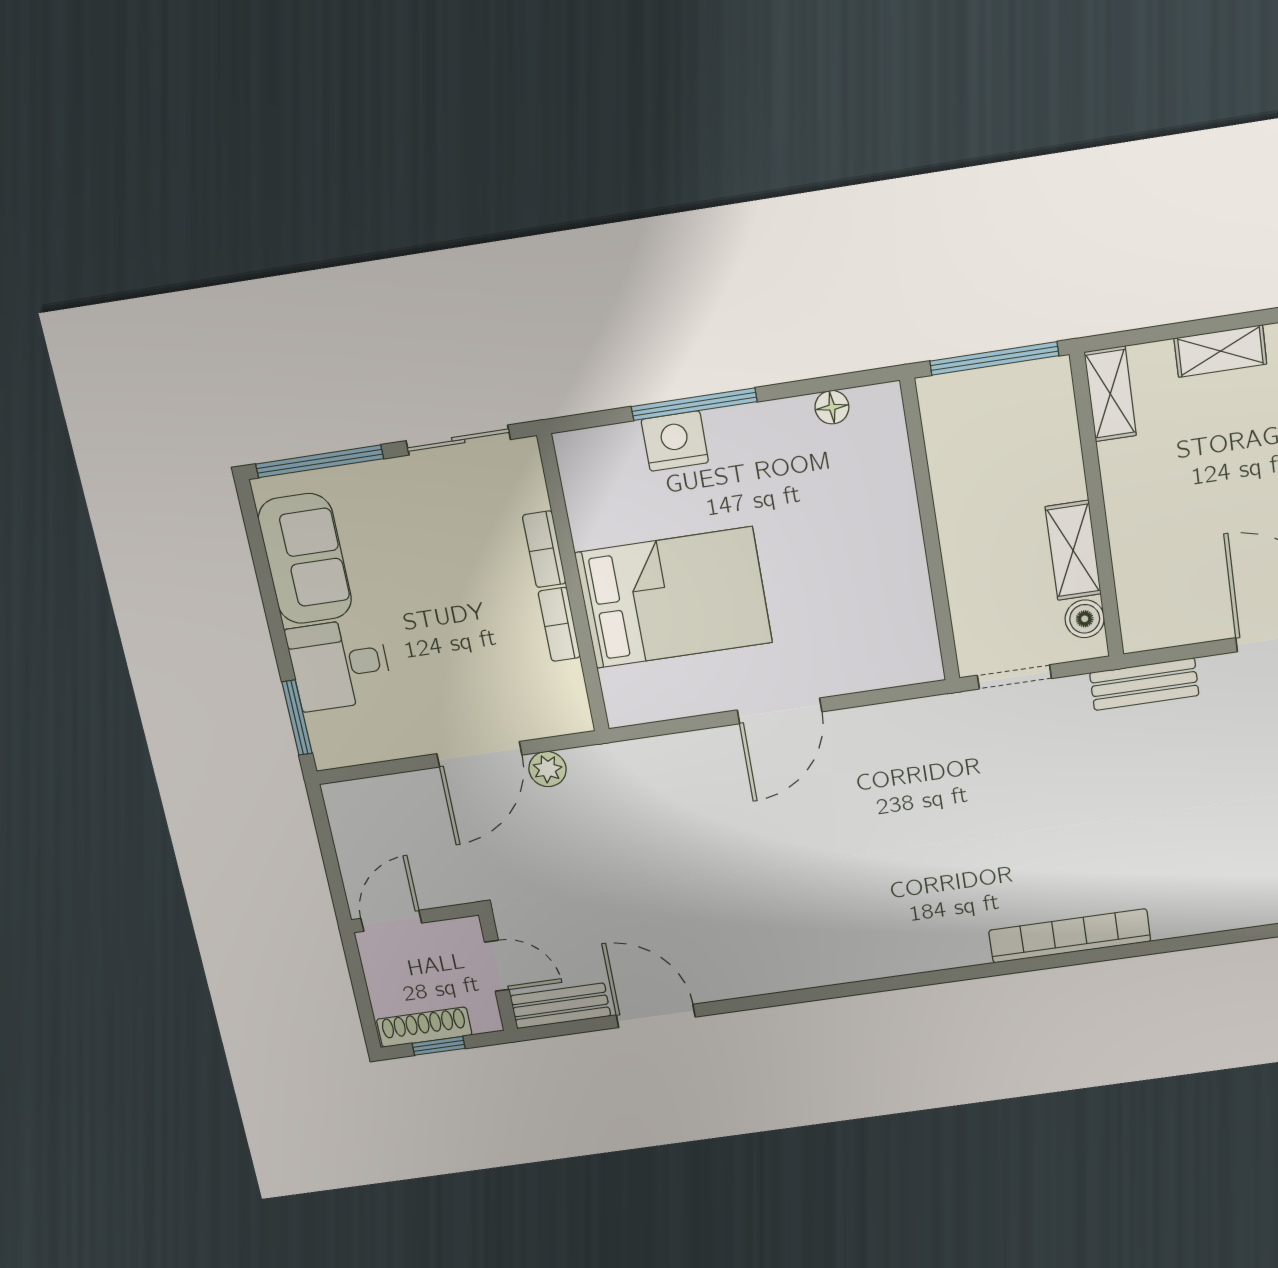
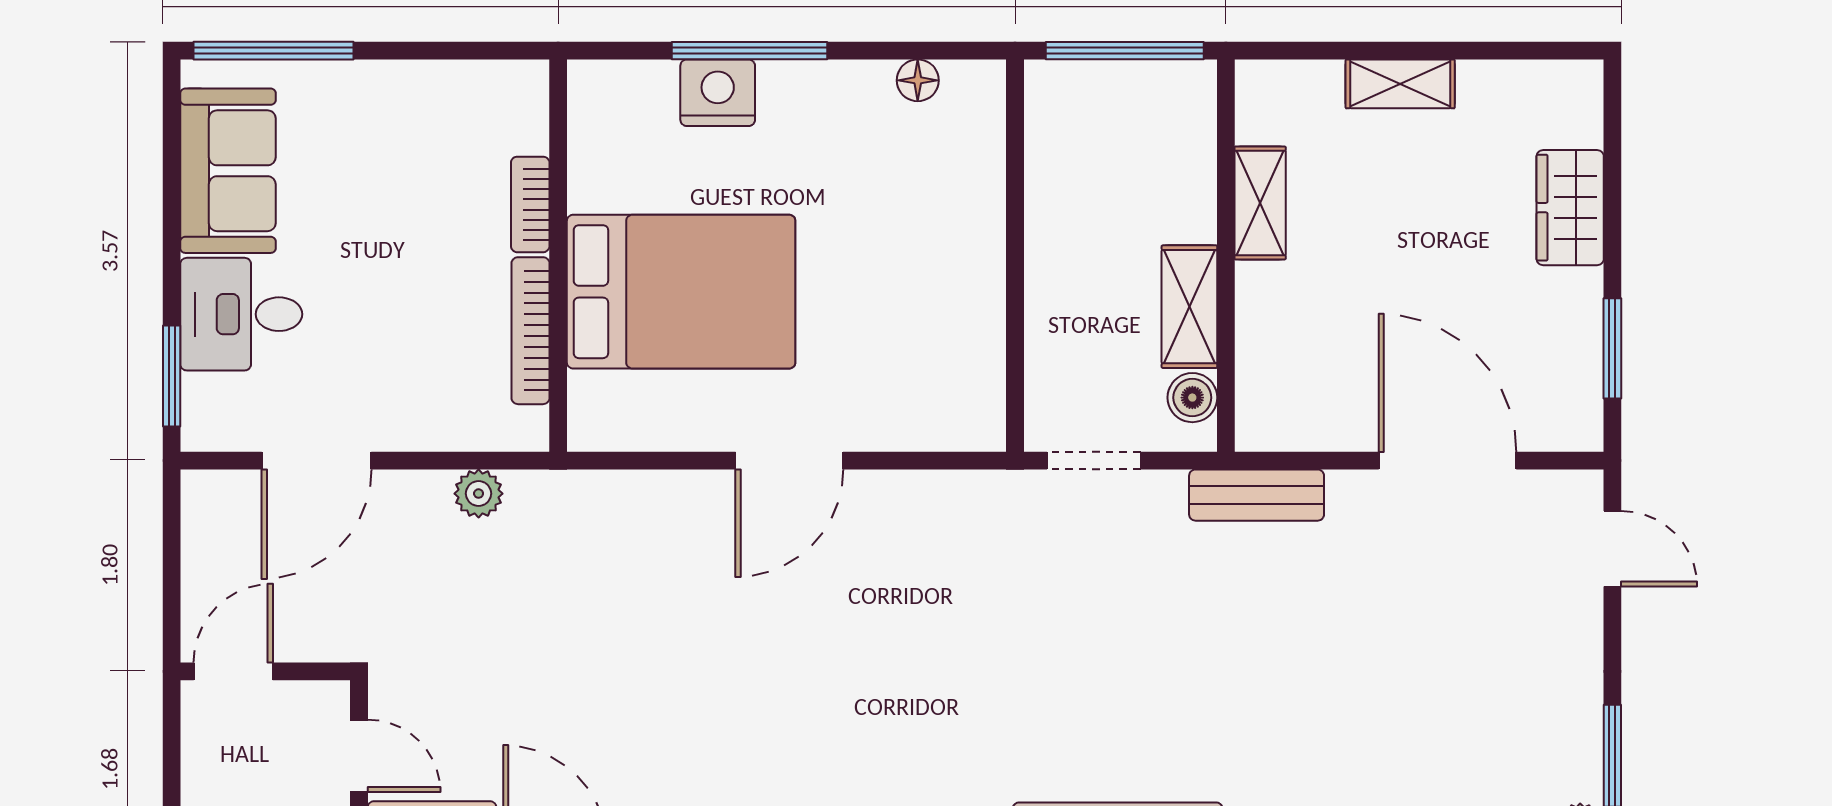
shelving: (1110, 394) -> (1260, 203), moved
sliding door: (458, 440) -> (451, 51), removed
bookcase: (559, 624) -> (531, 331), width x1.56
door: (479, 754) -> (317, 461), moved

